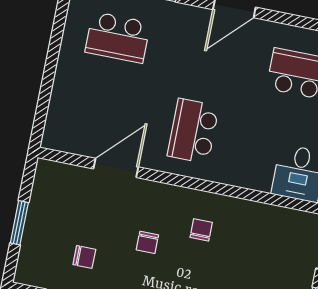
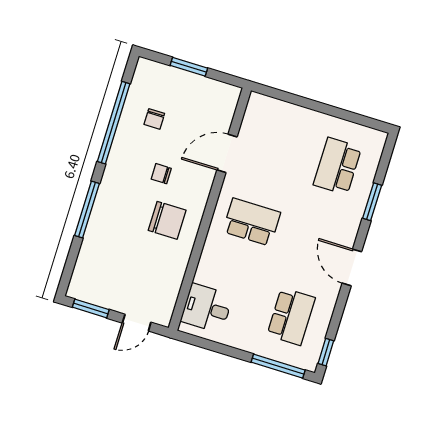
door: (116, 168) -> (227, 153), swing flipped
chair: (201, 230) -> (167, 220), width x1.87, depth x1.87

